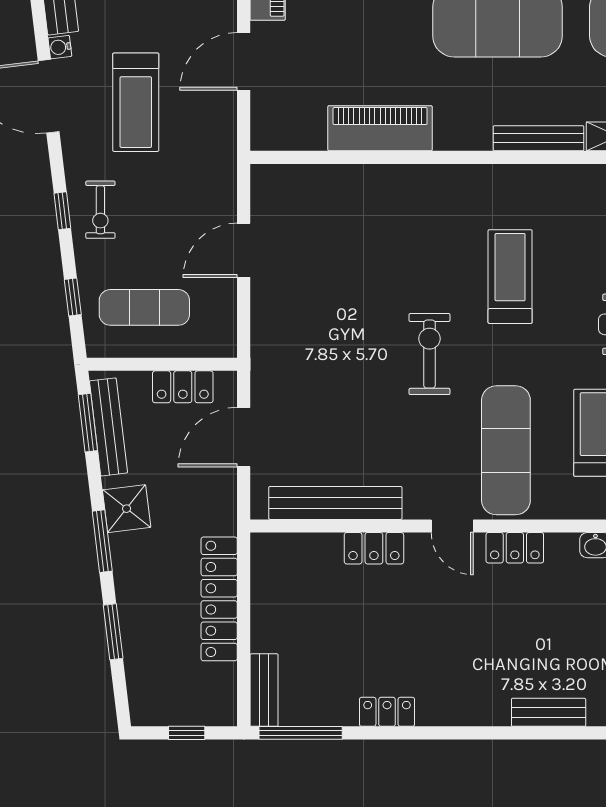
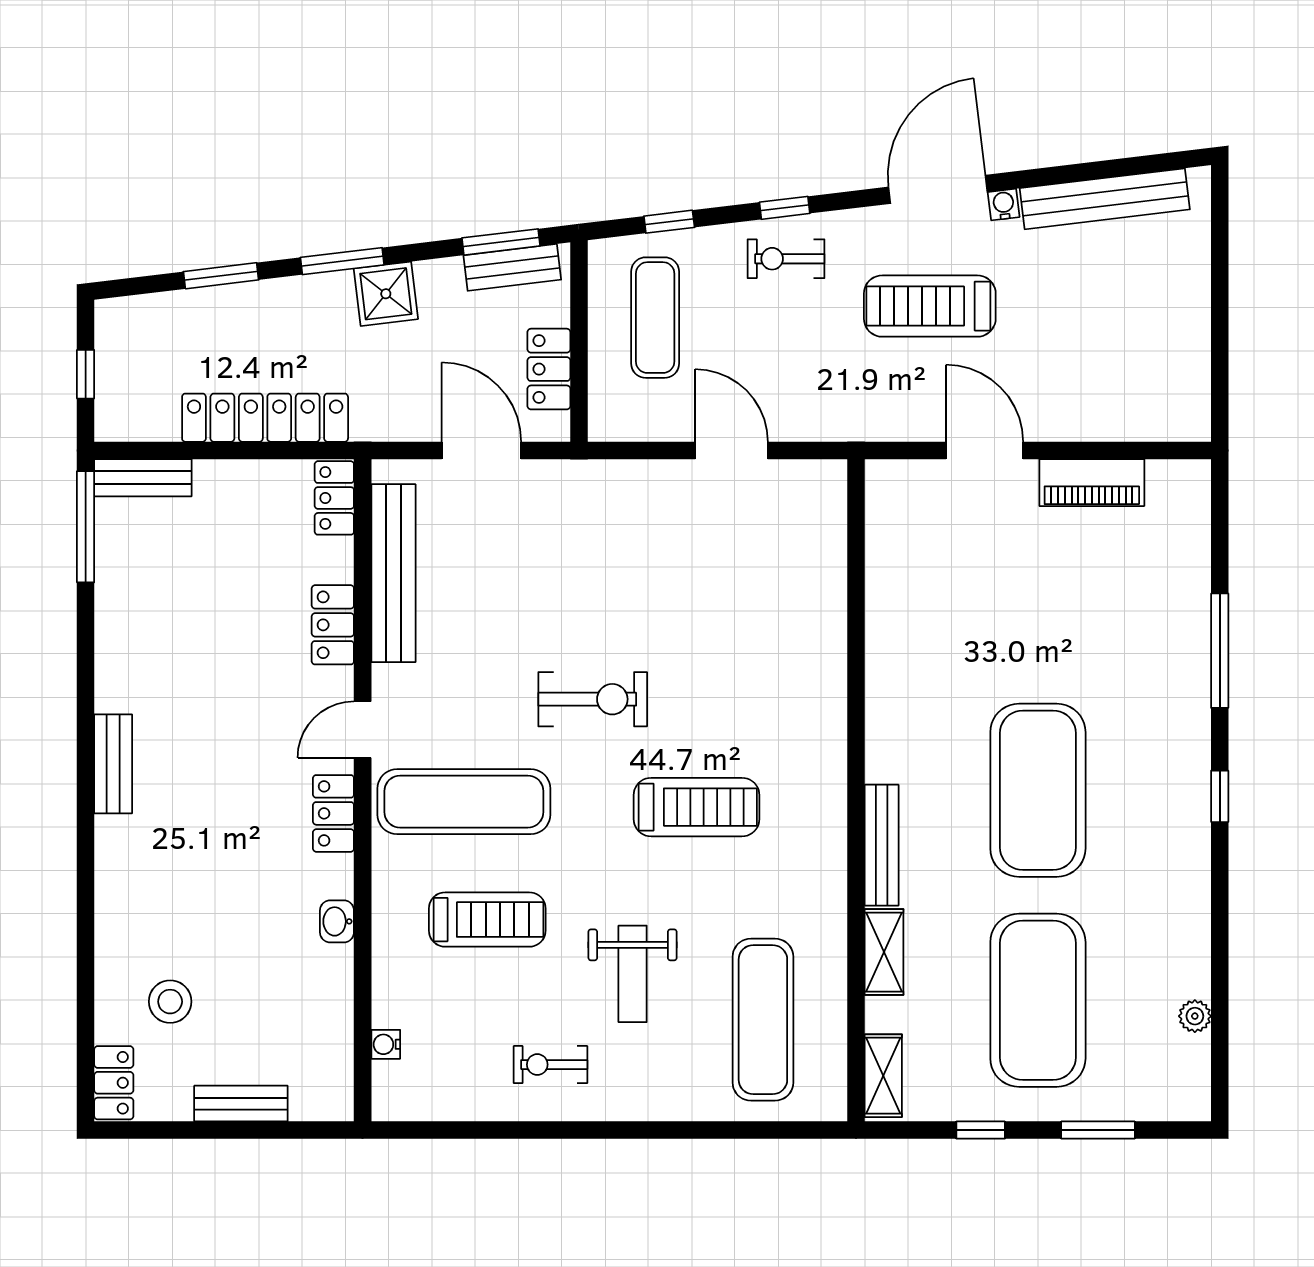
piano: (380, 128) -> (895, 633), removed
bench: (108, 427) -> (512, 267), width x0.73
locker: (387, 712) -> (334, 498), moved, turned 180
bench: (549, 712) -> (113, 764), moved

